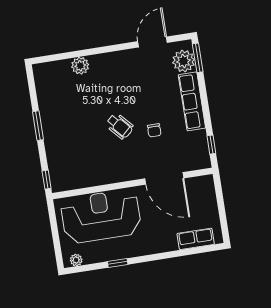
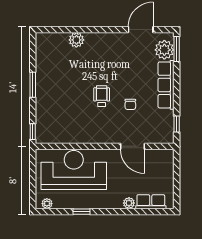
wheelchair: (120, 126) -> (102, 96), turned -138
door: (164, 178) -> (132, 146), width x0.73
plant: (171, 244) -> (129, 203), added

